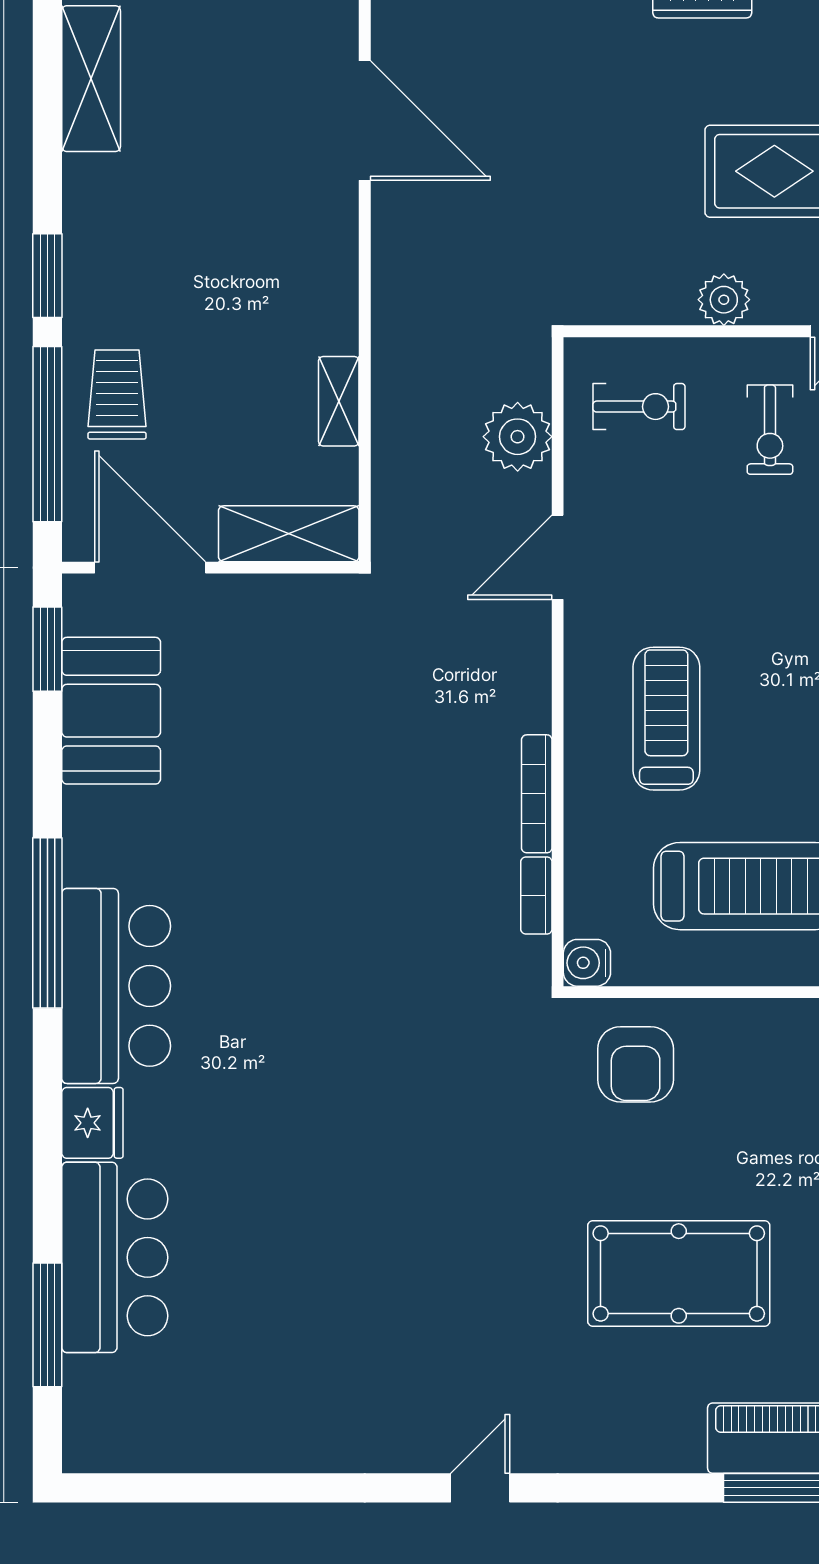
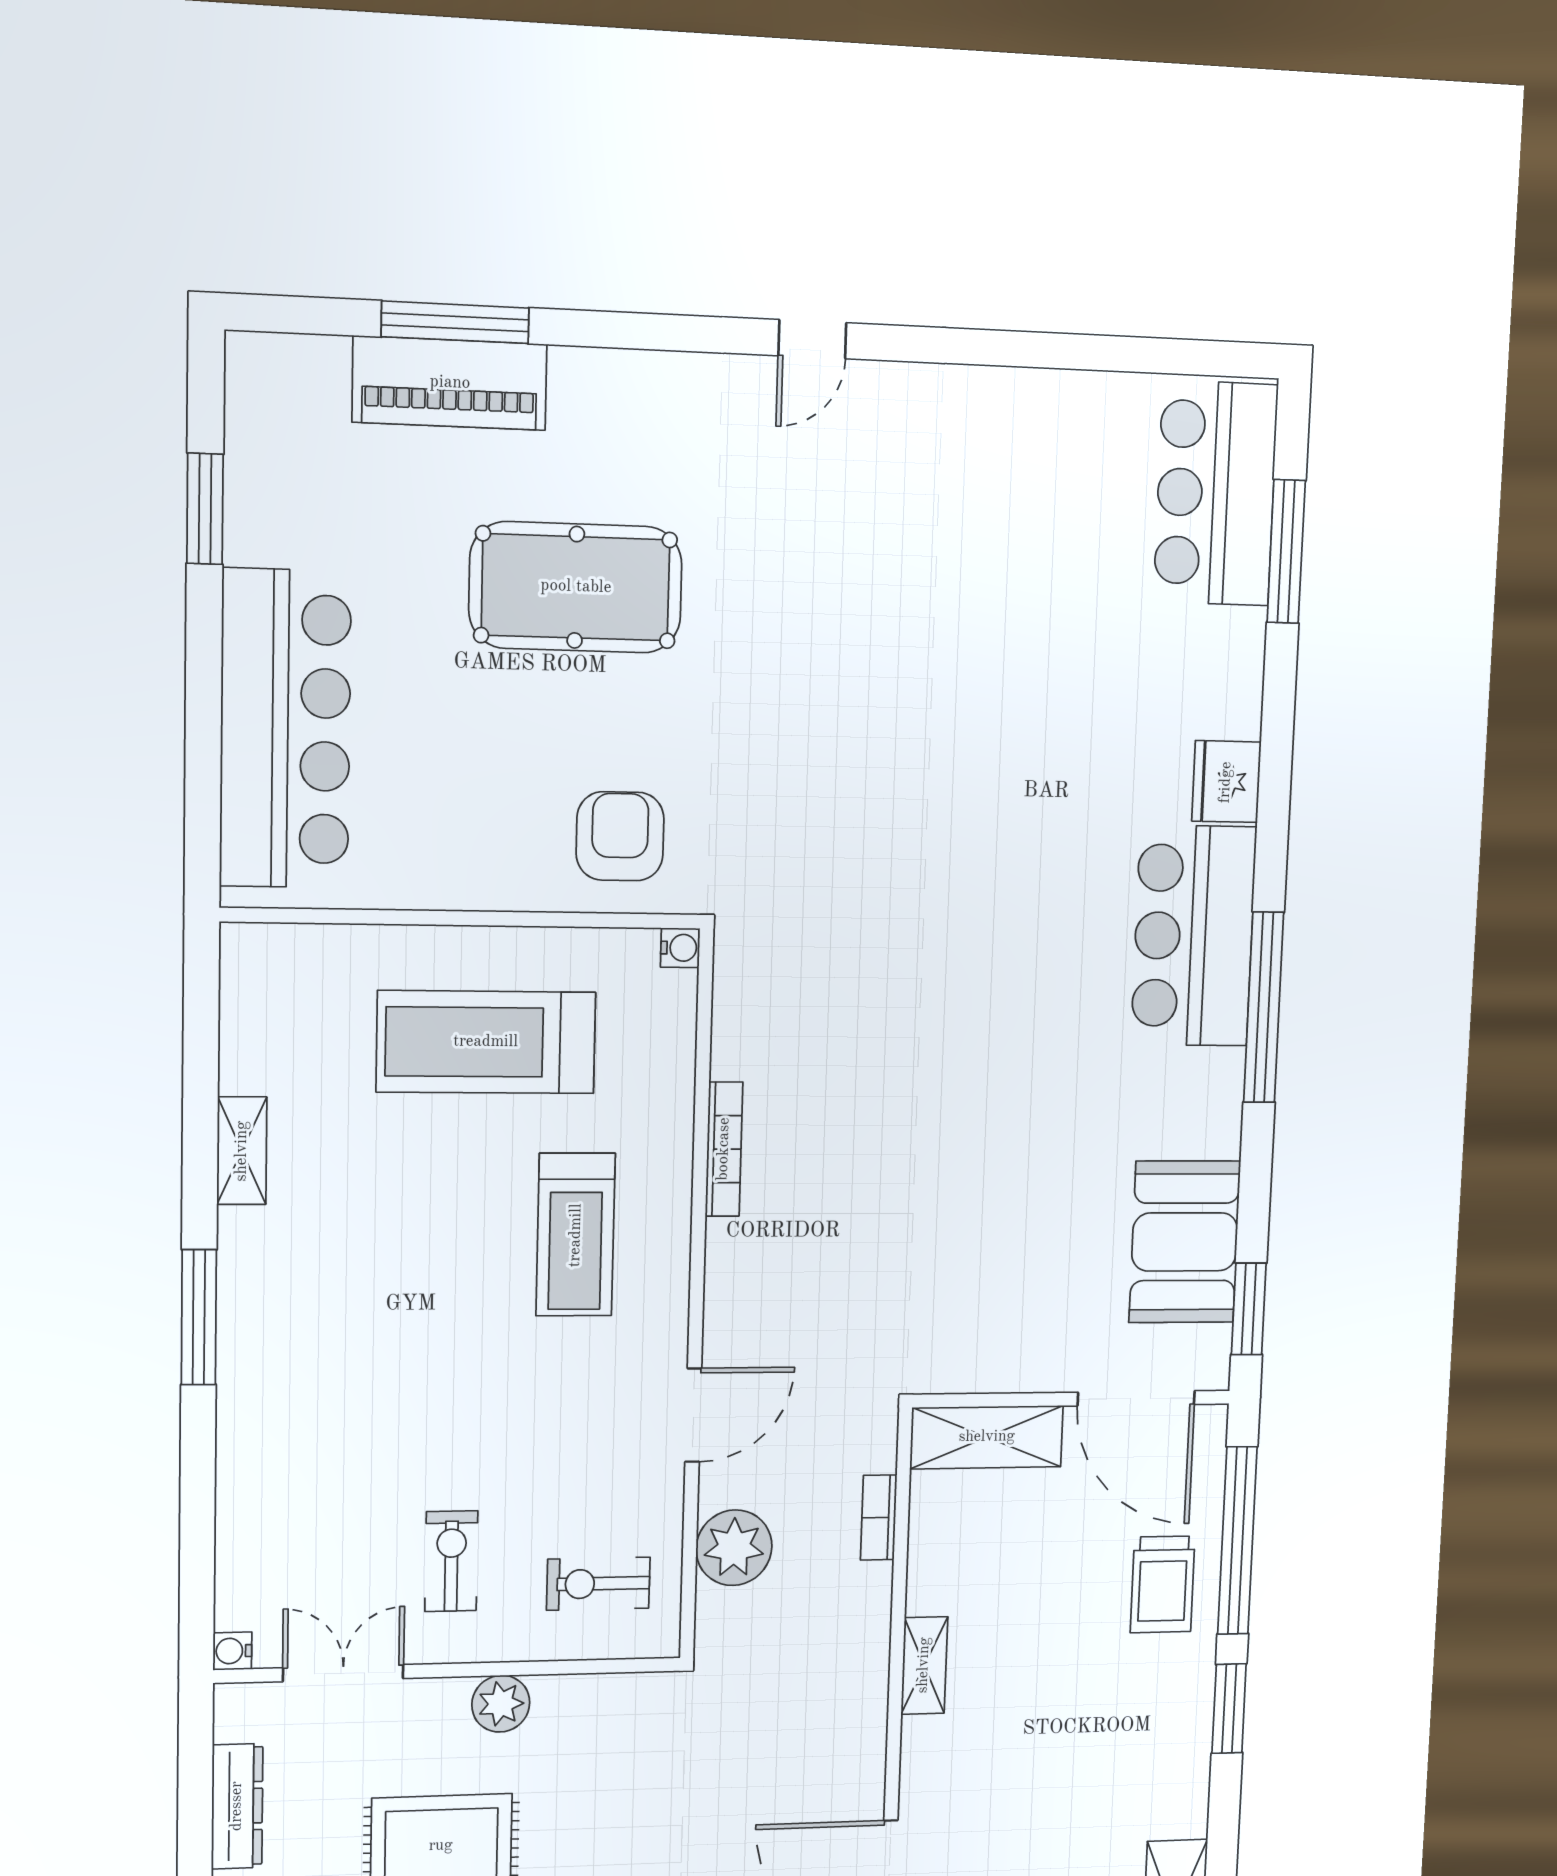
shelving: (339, 401) -> (924, 1665), moved
bookcase: (536, 895) -> (879, 1518), moved, turned 180
water cooler: (587, 963) -> (680, 948), width x0.72, depth x0.72
bar counter: (115, 1257) -> (1216, 493), moved

